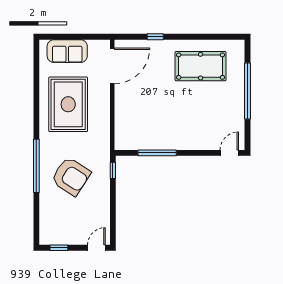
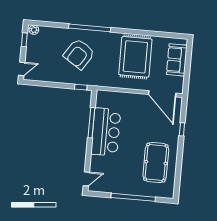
rug: (68, 104) -> (135, 57), turned 90
bar counter: (167, 133) -> (106, 132), added
door: (229, 153) -> (86, 179), hinge flipped
plant: (45, 237) -> (34, 30), added
door: (96, 248) -> (22, 69), hinge flipped

